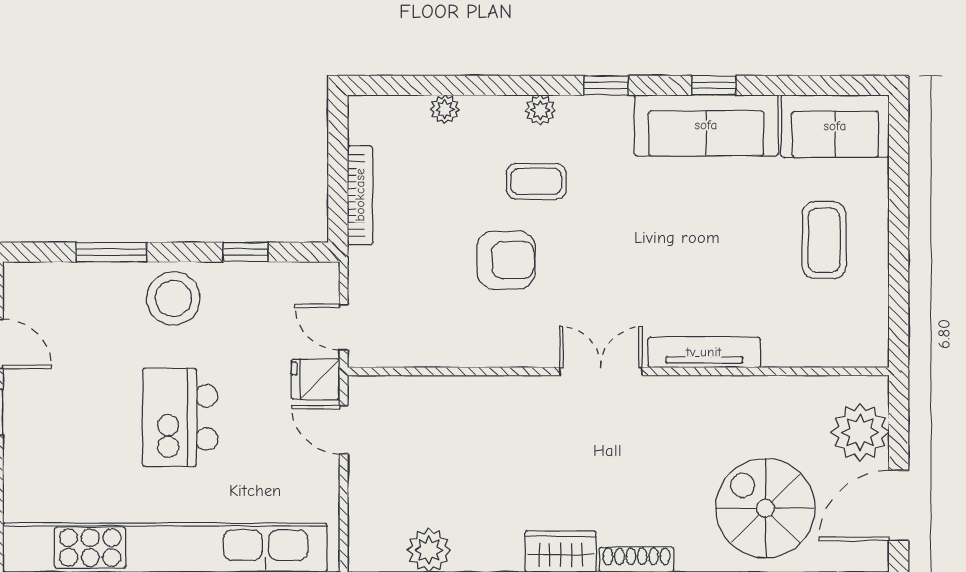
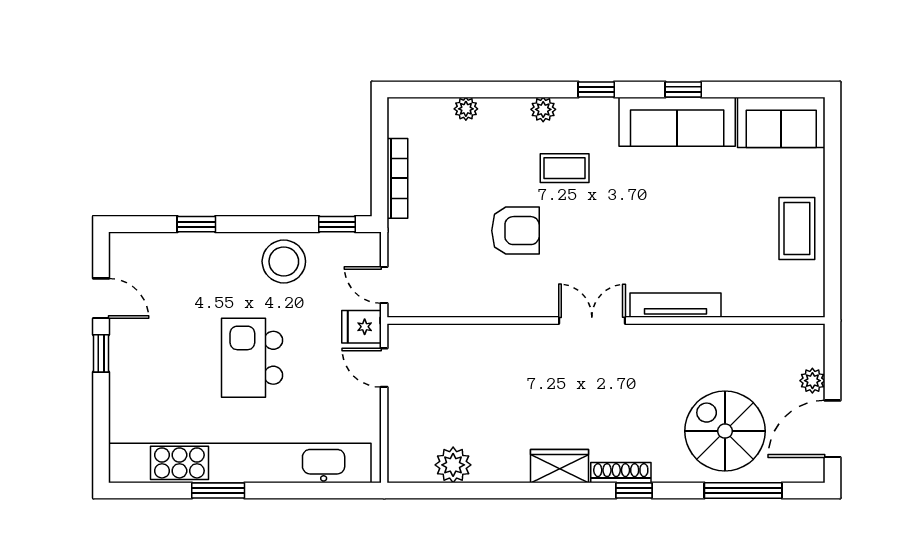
coffee table: (536, 181) -> (565, 168), moved
coffee table: (824, 240) -> (797, 229), moved
window: (111, 252) -> (196, 224), width x0.67
window: (246, 252) -> (337, 224), moved
stool: (173, 298) -> (284, 261), moved
plant: (860, 432) -> (812, 381), width x0.53, depth x0.53

